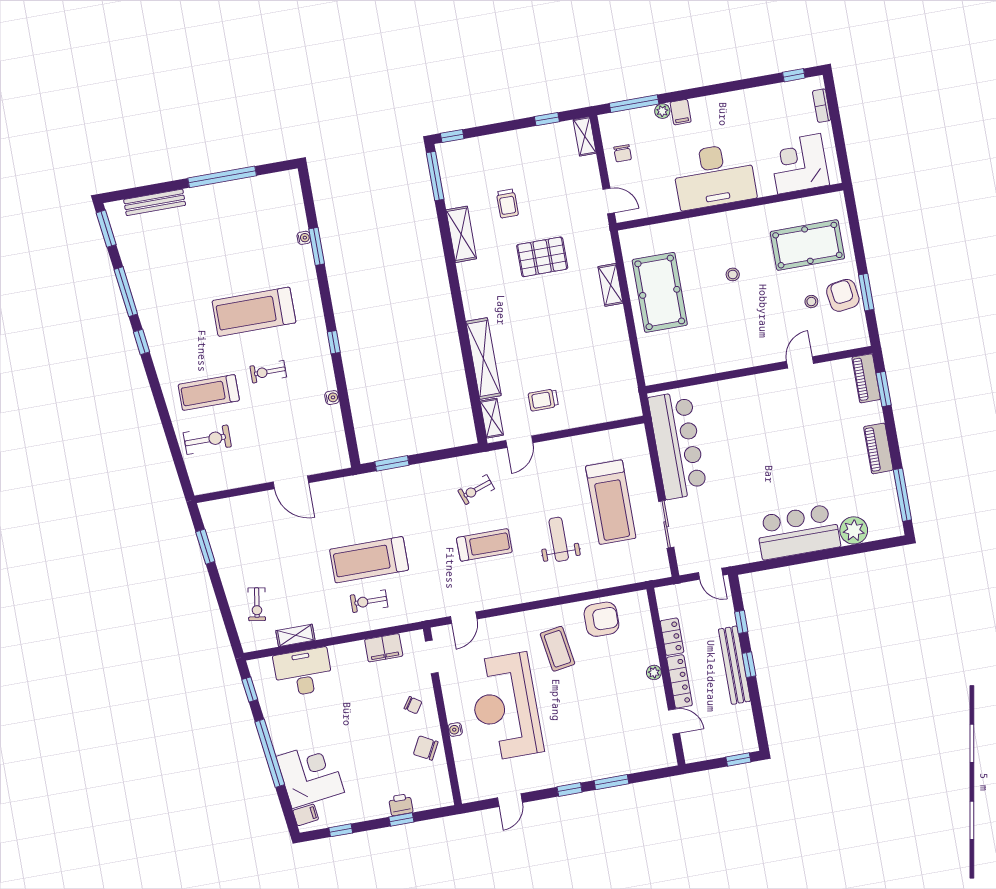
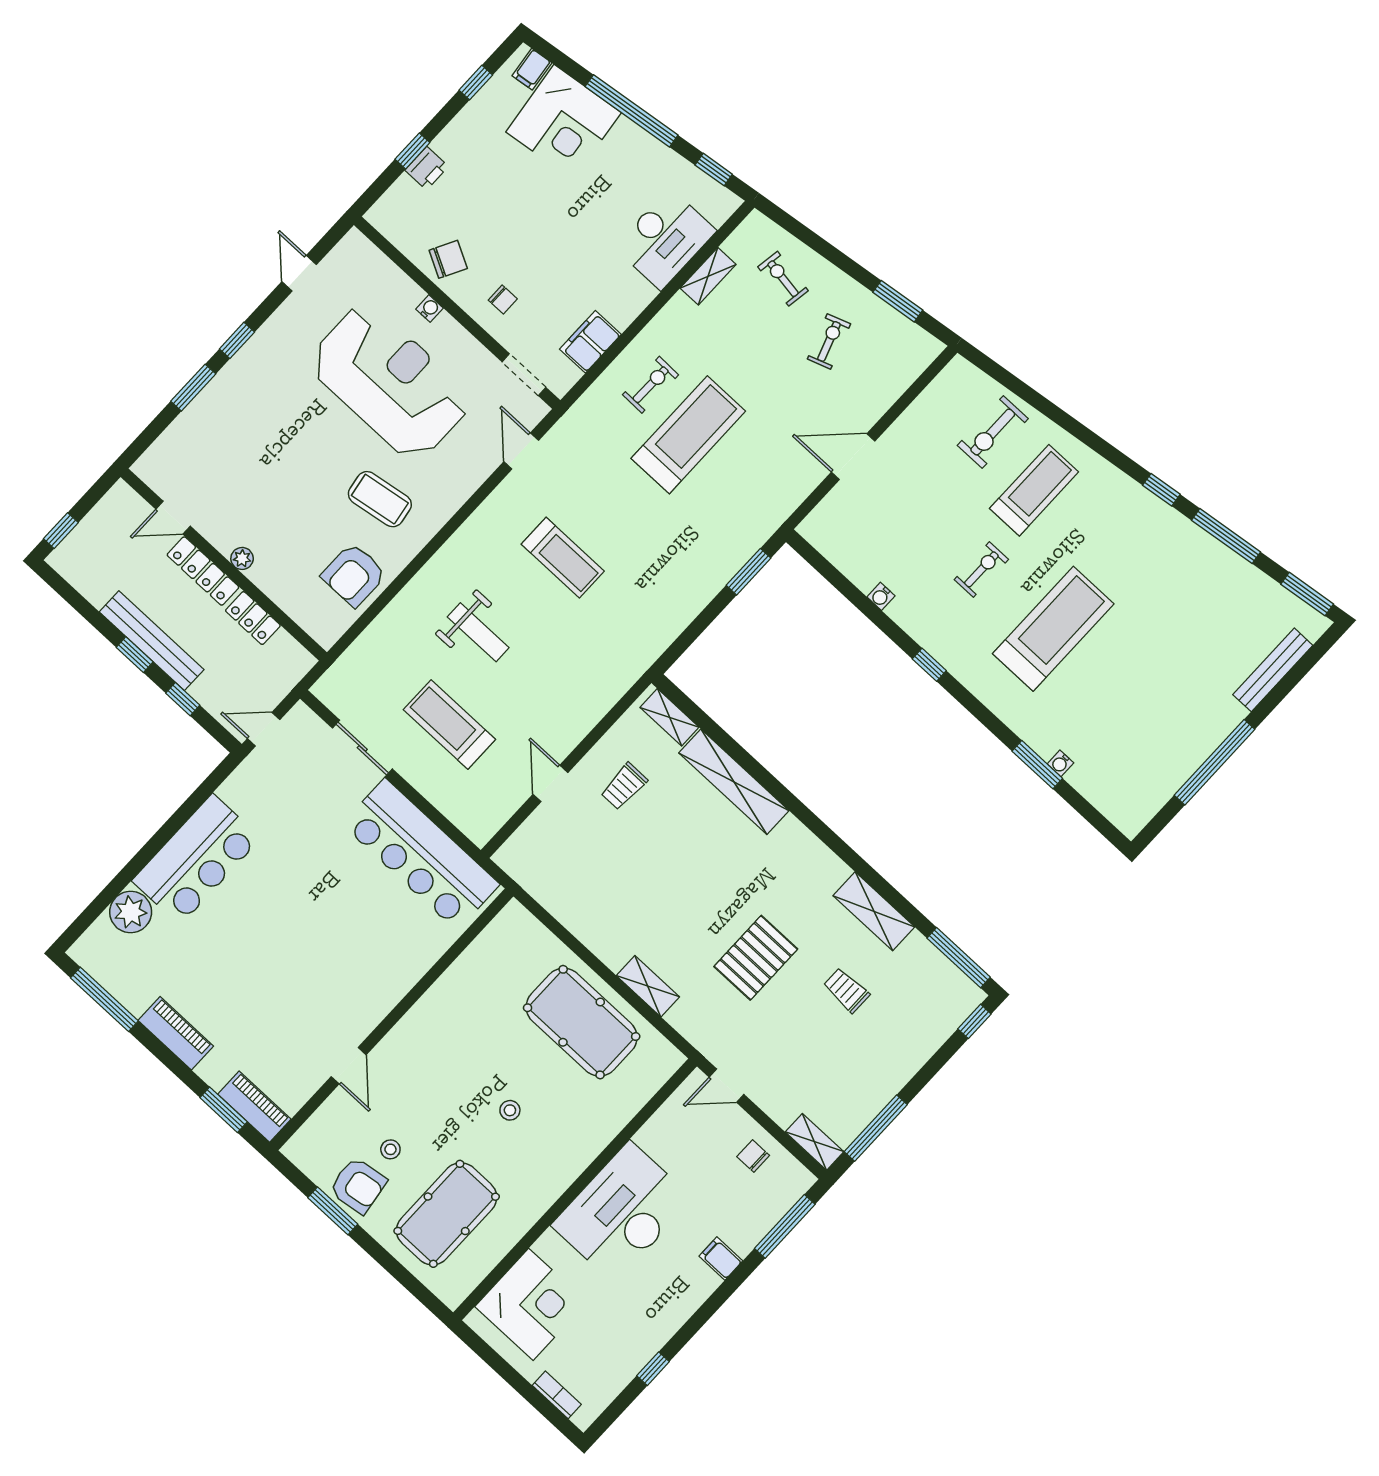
window: (794, 75) -> (653, 1369), moved
plant: (662, 111) -> (744, 1243), removed
window: (547, 119) -> (876, 1128), width x2.17
trolley: (543, 400) -> (624, 786), turned 180
door: (519, 442) -> (550, 783), moved
exercise bike: (476, 490) -> (829, 341), moved
treadmill: (611, 502) -> (449, 725), width x0.73, depth x0.73
treadmill: (484, 545) -> (563, 558), turned -90
chair: (413, 705) -> (503, 299), turned -124

